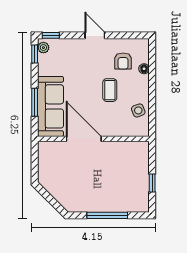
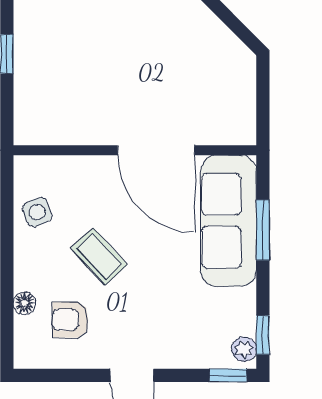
armchair: (123, 61) -> (70, 320), turned -90
coffee table: (110, 90) -> (99, 256), turned -43

